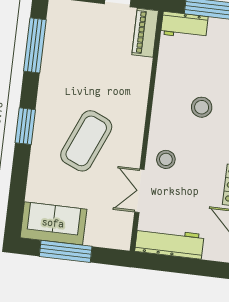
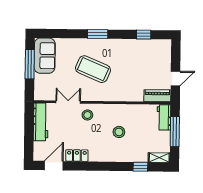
window: (35, 45) -> (144, 35), width x0.46

